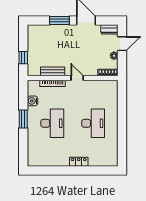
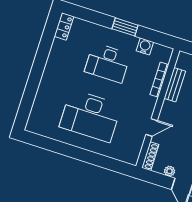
door: (77, 78) -> (152, 127), moved
desk: (93, 123) -> (90, 116), width x1.36, depth x1.30
locker: (79, 162) -> (64, 26), moved

